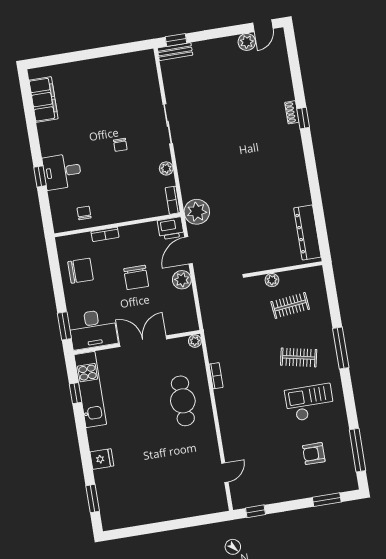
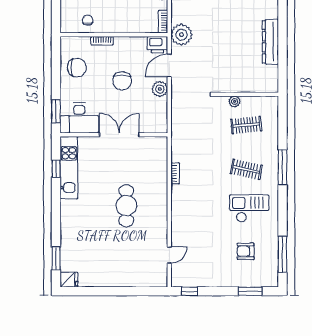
dresser: (307, 232) -> (270, 42), moved
plant: (195, 341) -> (162, 142), removed
cafe table: (183, 401) -> (126, 206), moved
fridge: (102, 459) -> (69, 280), moved

